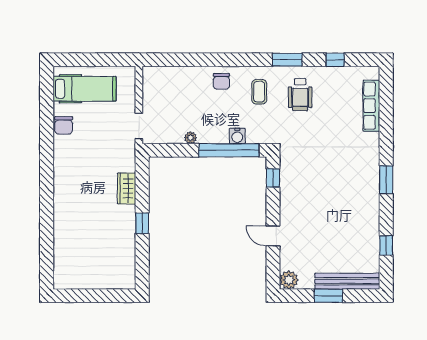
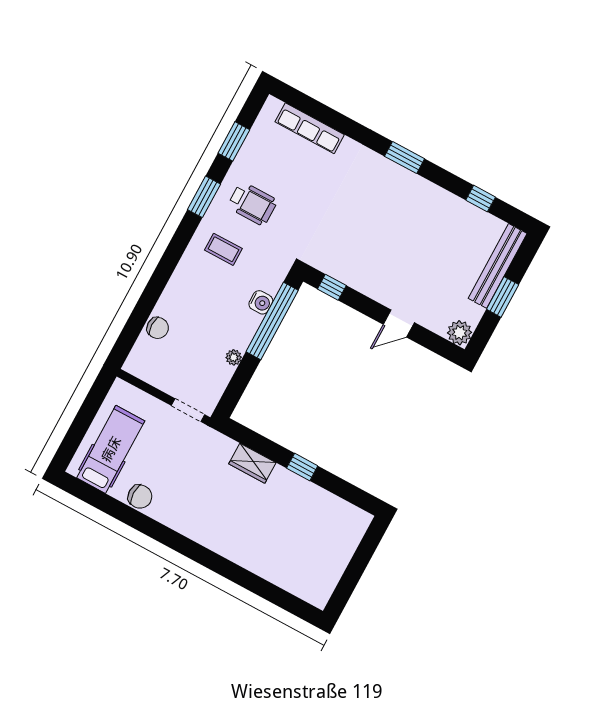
window: (335, 60) -> (234, 141), width x1.50
chair: (221, 81) -> (158, 328), moved

